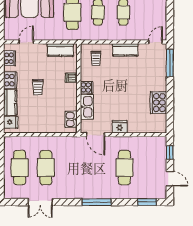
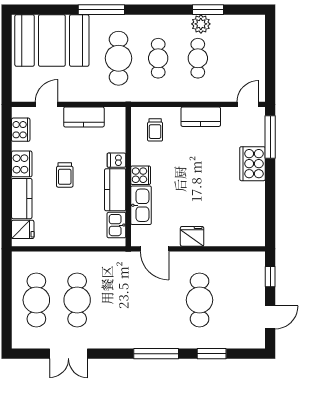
kitchen counter: (60, 50) -> (84, 117), moved
kitchen counter: (70, 97) -> (115, 190), added
cooker: (158, 103) -> (252, 164), moved
door: (170, 179) -> (270, 317), hinge flipped
window: (147, 202) -> (212, 354), moved

